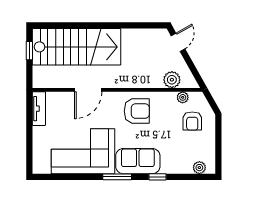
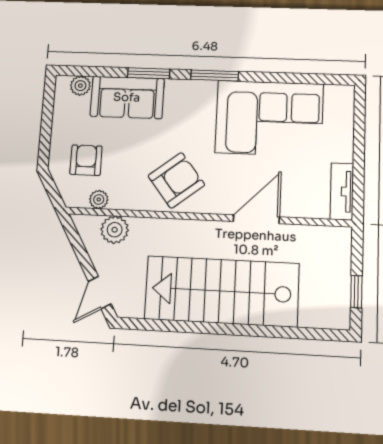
stairs: (76, 47) -> (222, 291), moved
armchair: (137, 111) -> (176, 180), turned 142
sofa: (138, 161) -> (127, 97), moved
window: (158, 177) -> (149, 73), width x1.50

